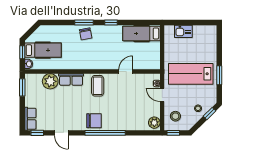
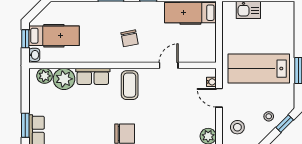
chair: (86, 34) -> (130, 38), moved
plant: (36, 79) -> (45, 76), added
window: (22, 87) -> (25, 125), moved

